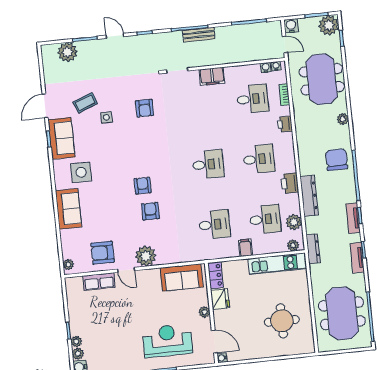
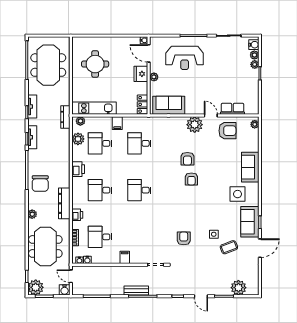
filing cabinet: (212, 76) -> (125, 257), width x0.50
dresser: (309, 196) -> (64, 203), moved
fridge: (220, 299) -> (141, 74), moved

